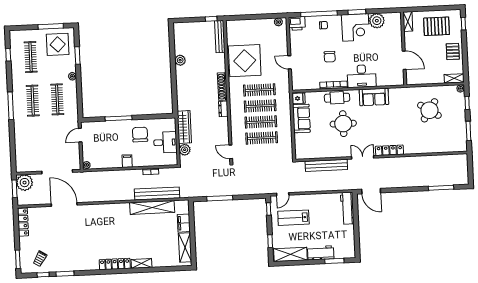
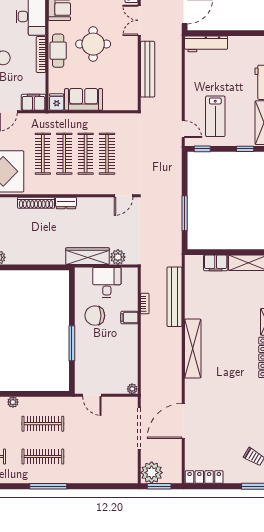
filing cabinet: (298, 81) -> (33, 102), added
filing cabinet: (127, 161) -> (129, 318), moved
shelving: (152, 207) -> (193, 349), moved

